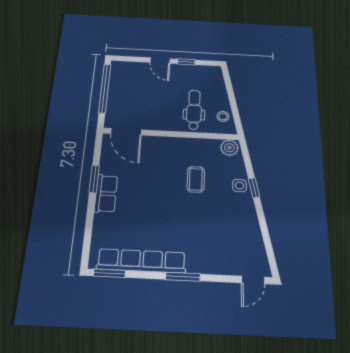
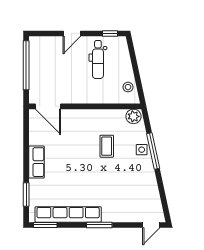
door: (160, 61) -> (72, 33), hinge flipped
window: (186, 62) -> (110, 33), moved
dental chair: (194, 110) -> (98, 59), moved, turned 180
window: (94, 179) -> (26, 194), moved
window: (254, 188) -> (153, 151), width x2.17

